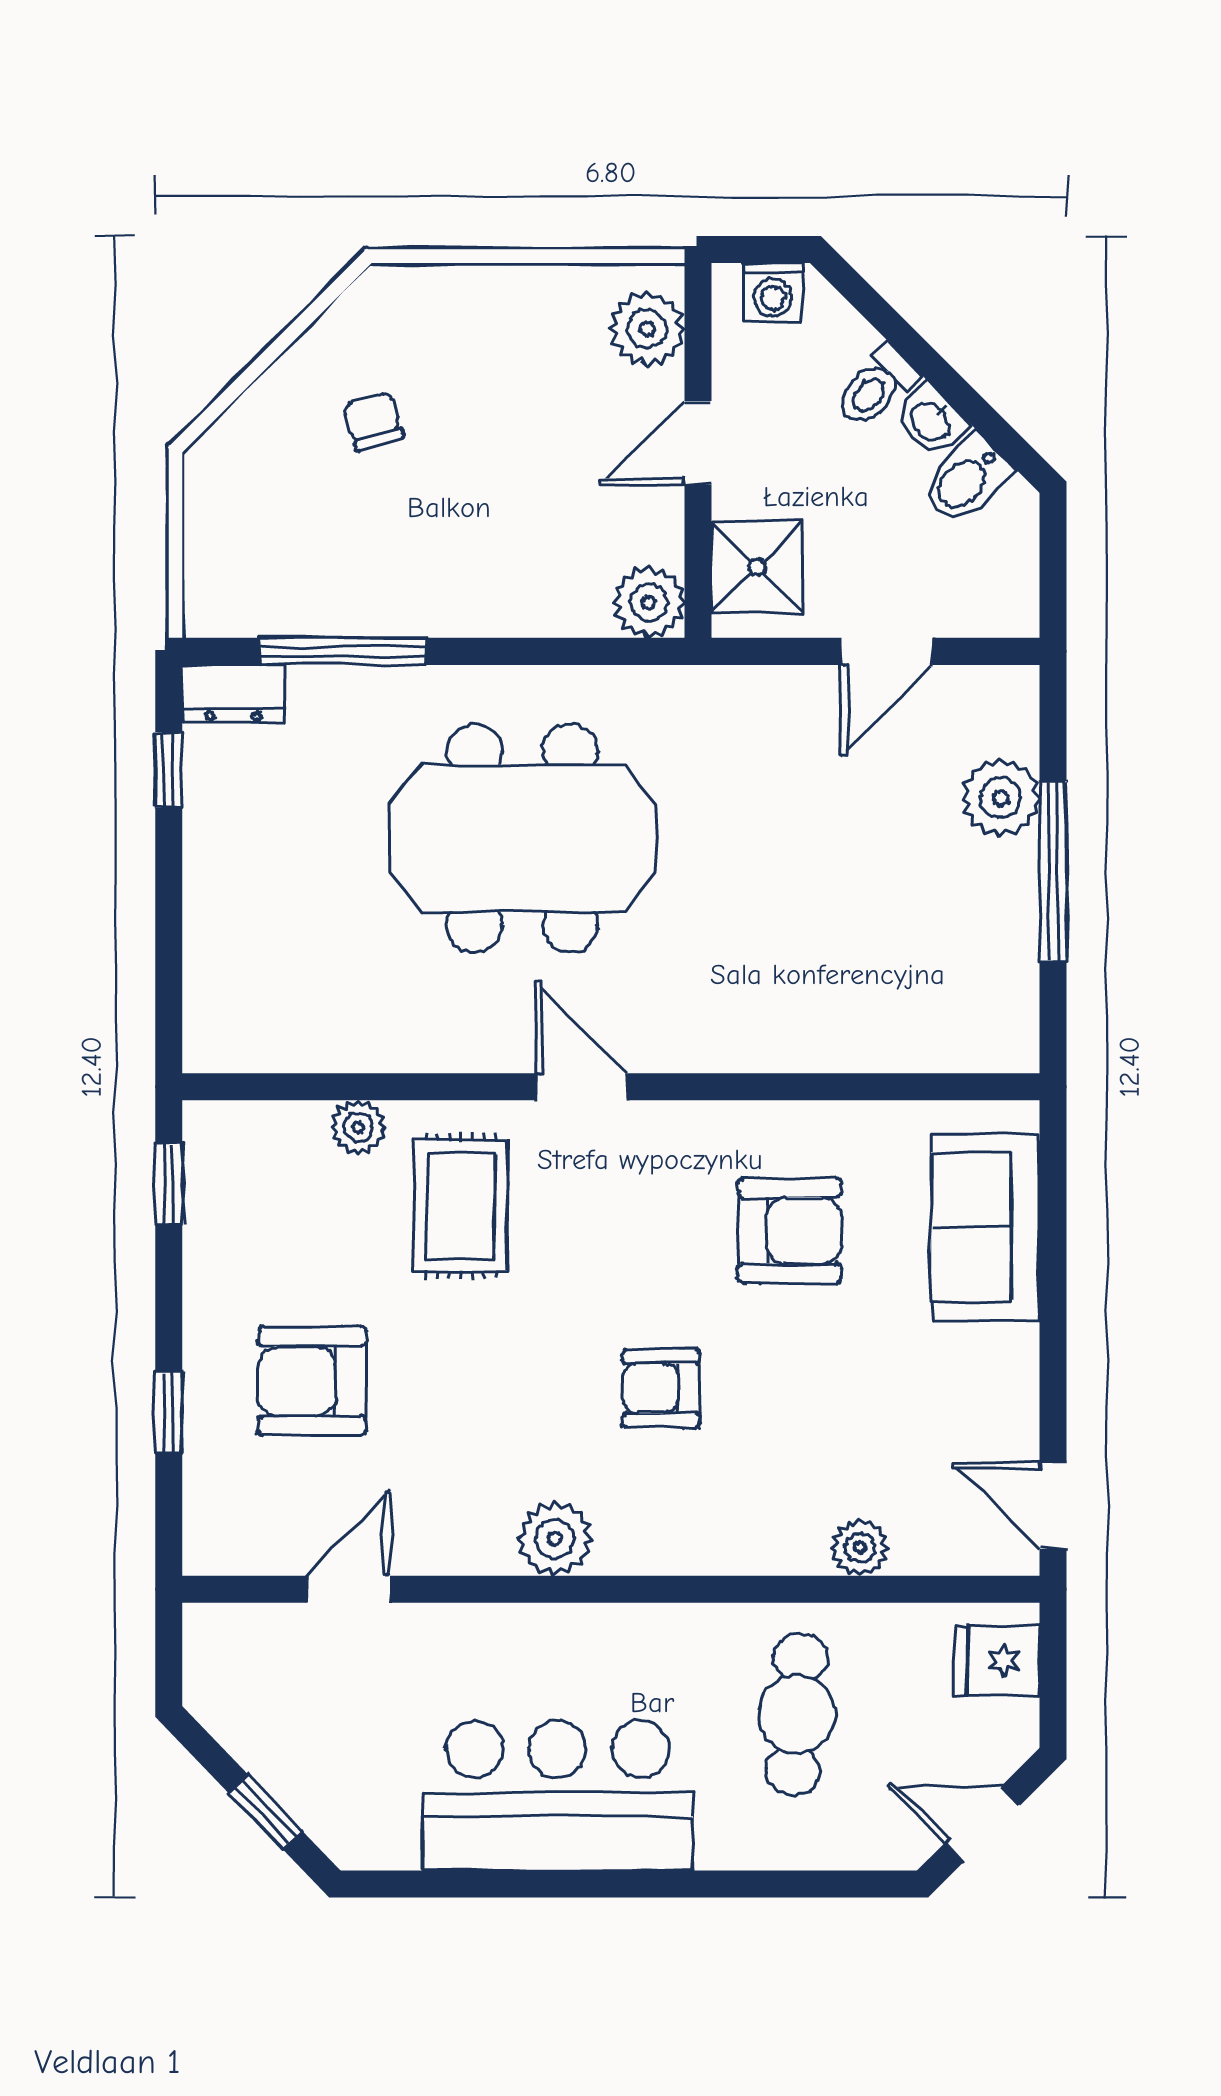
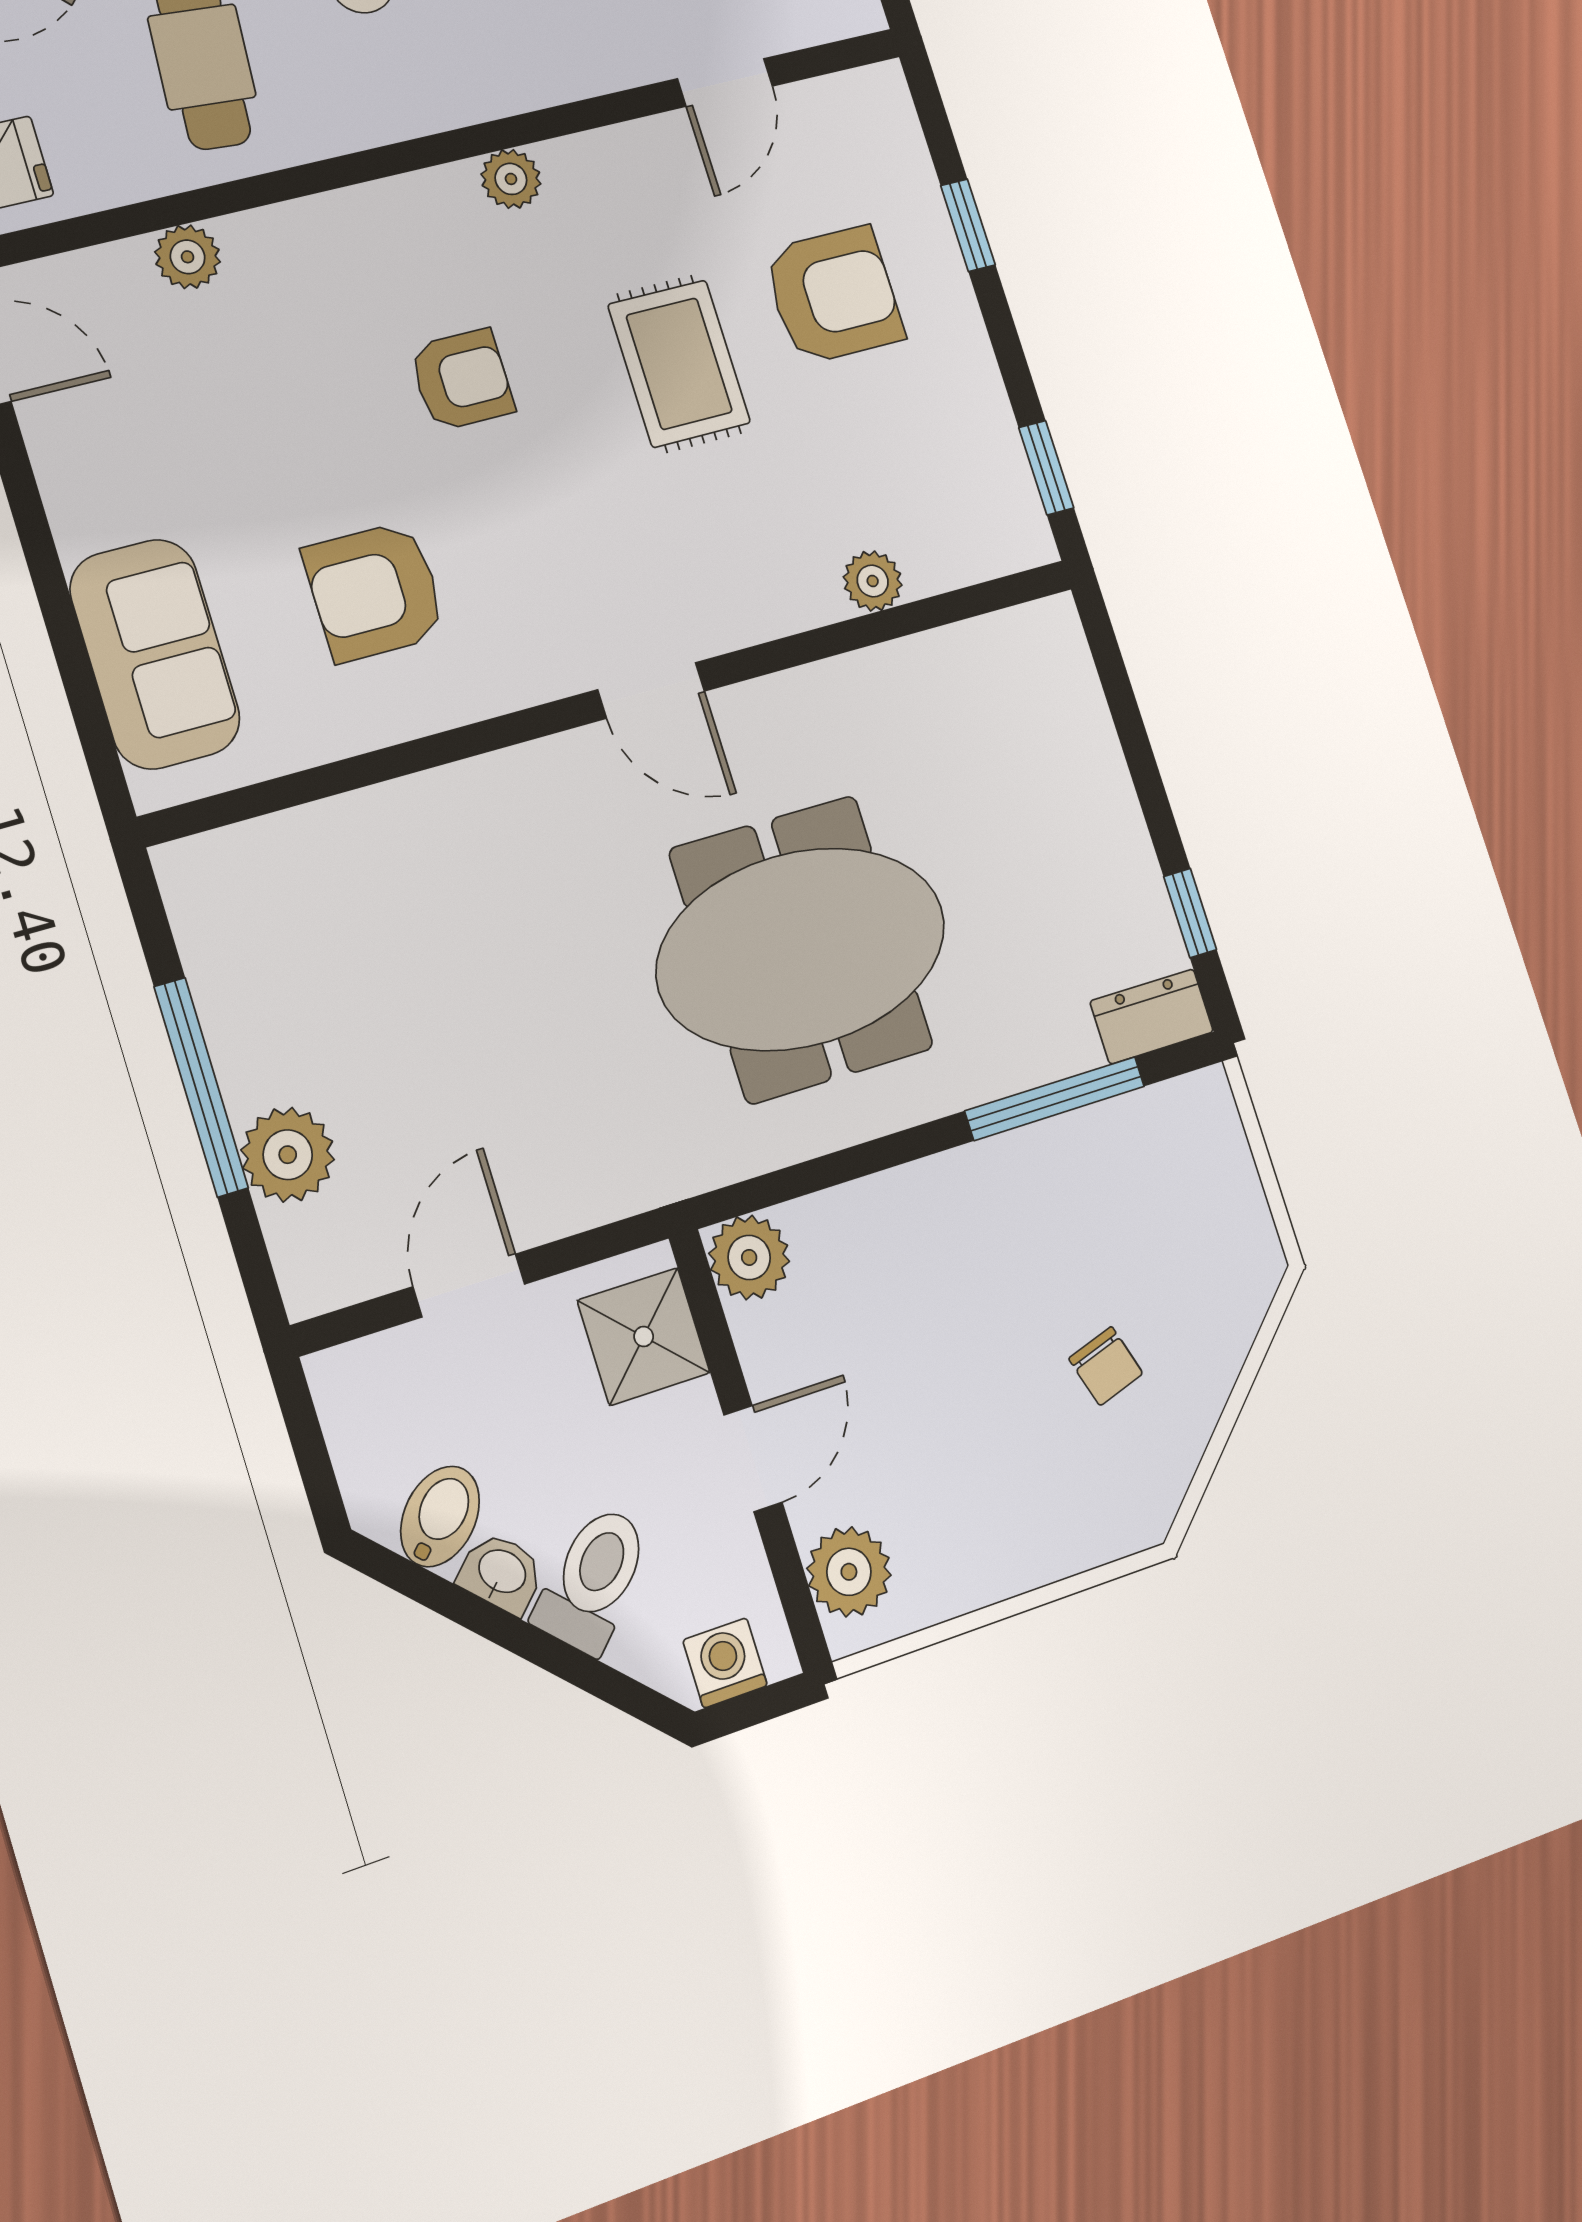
toilet: (877, 387) -> (593, 1579), width x1.37, depth x1.39
rug: (461, 1206) -> (679, 364), moved
plant: (555, 1539) -> (511, 179), width x0.73, depth x0.73

